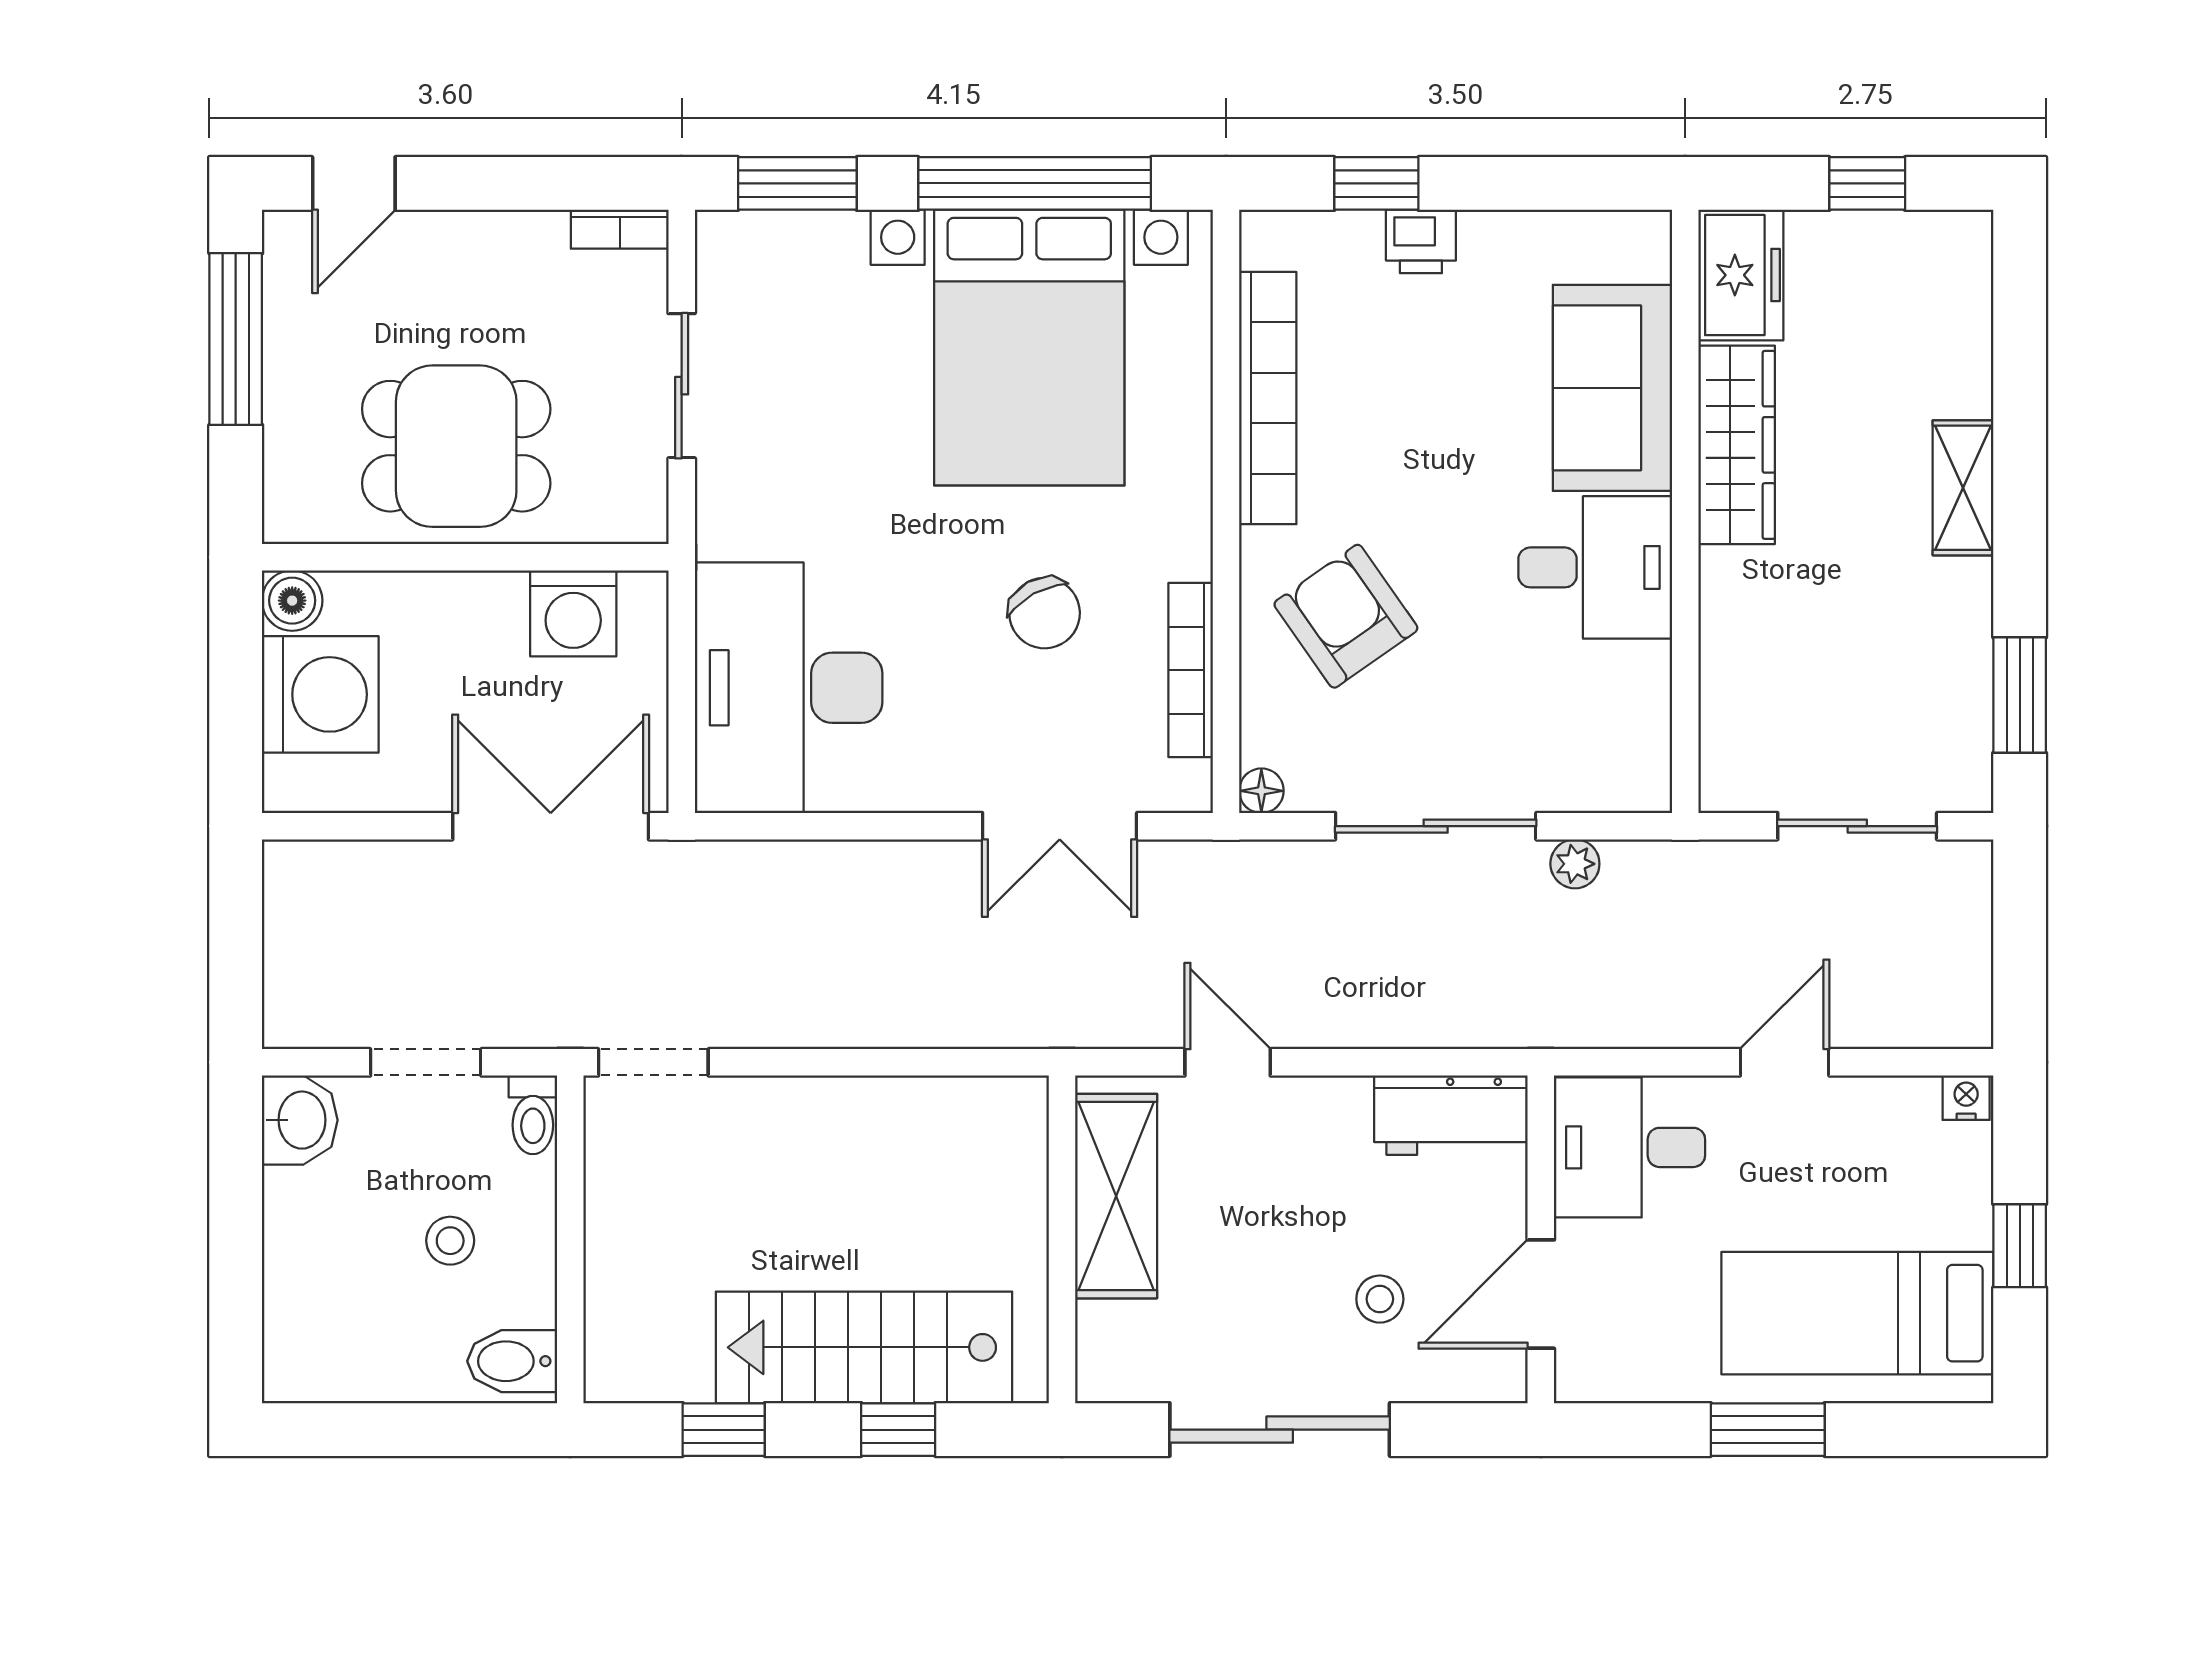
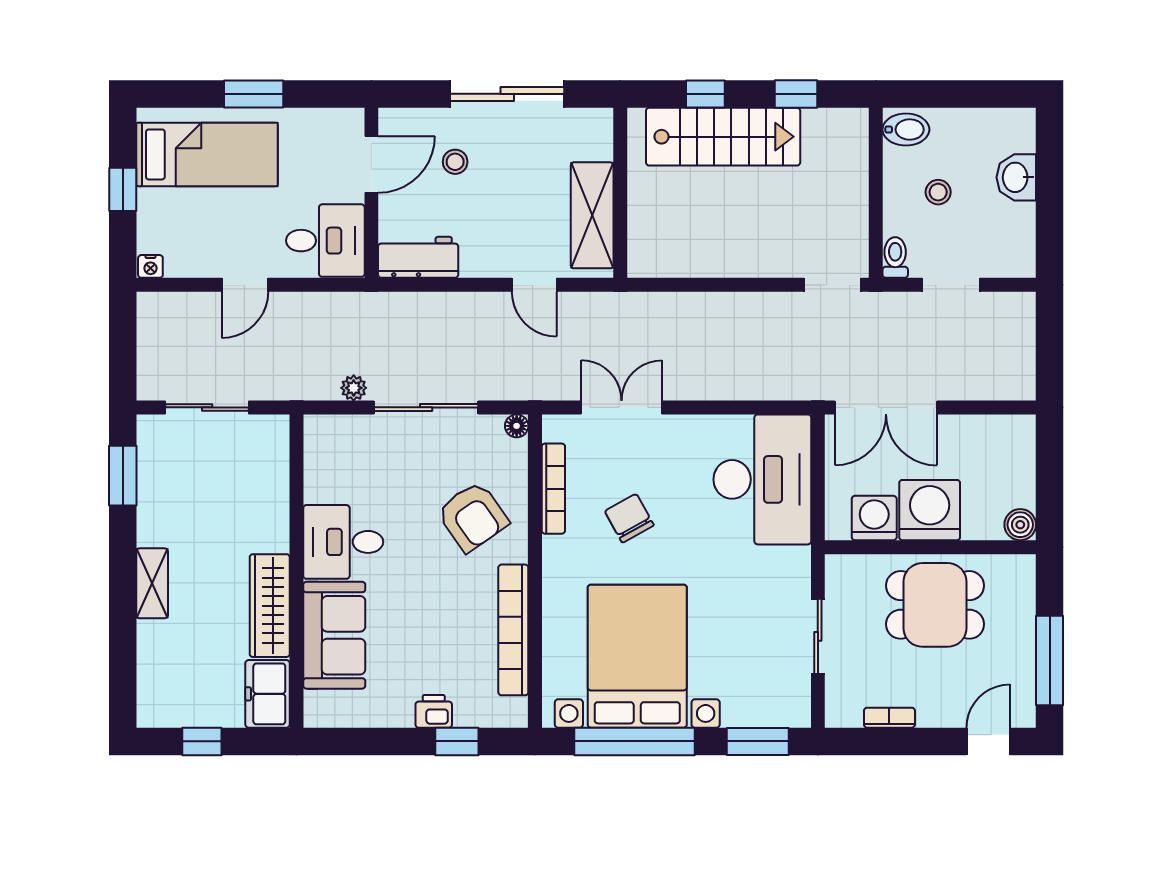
bookcase: (620, 229) -> (889, 718), moved
washing machine: (320, 694) -> (930, 510), moved, turned 90
washbasin: (300, 1120) -> (1016, 177), moved

